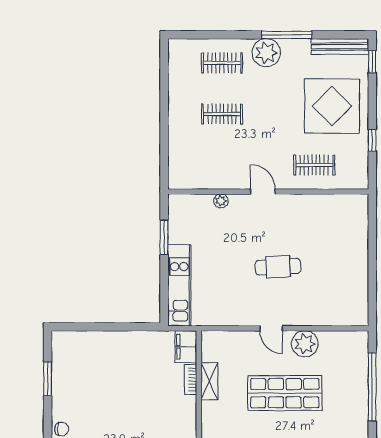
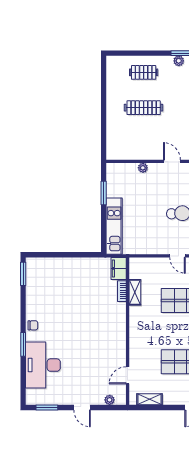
plant: (266, 53) -> (179, 61), width x0.53, depth x0.53
clothes rail: (222, 114) -> (144, 108), width x1.36
window: (48, 379) -> (23, 274), moved

